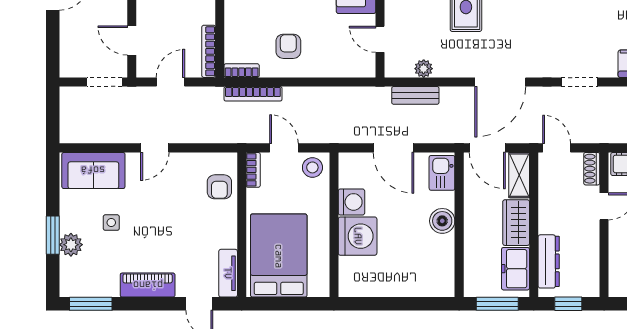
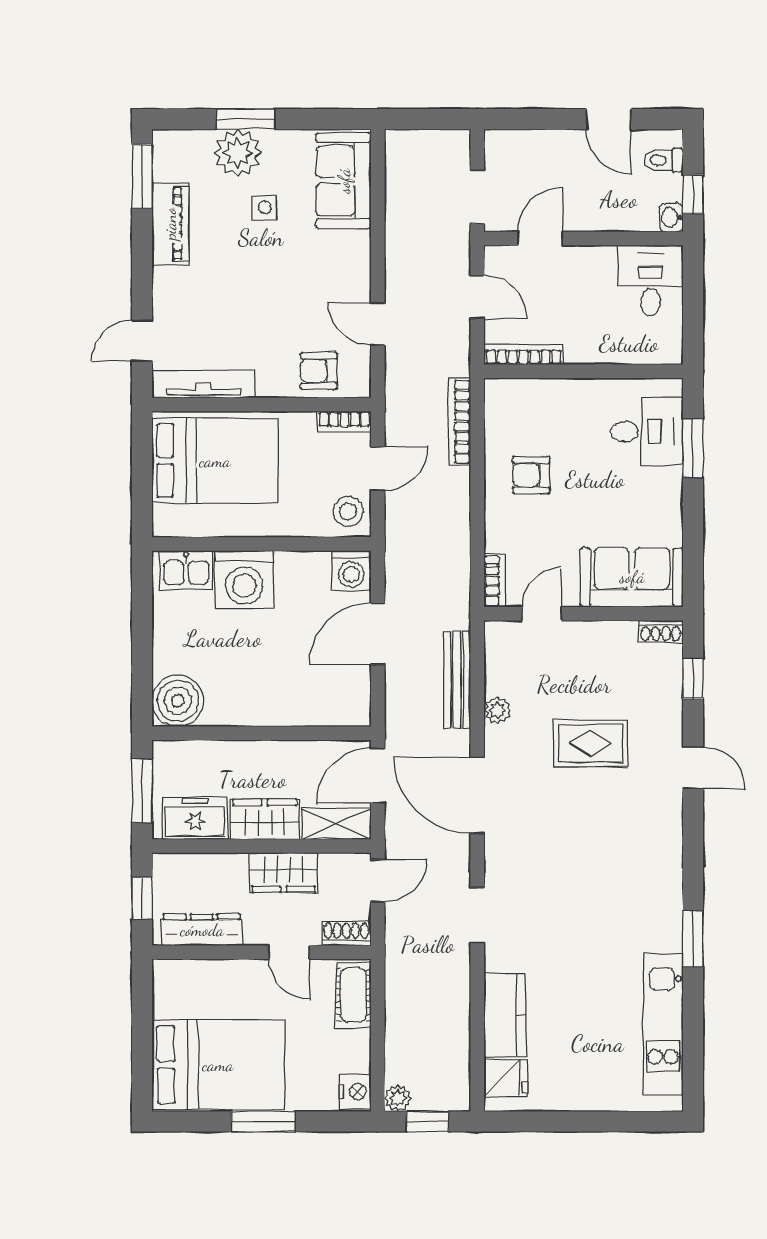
armchair: (288, 46) -> (531, 475), turned 180
plant: (424, 69) -> (498, 710), moved
bookcase: (242, 71) -> (494, 581), moved
bench: (415, 95) -> (457, 680), width x1.36
door: (155, 148) -> (378, 324), moved
kitchen sink: (442, 173) -> (186, 570), moved, turned 180
washing machine: (351, 202) -> (351, 570), moved
wardrobe: (551, 210) -> (283, 873), added
boiler: (442, 221) -> (178, 701), moved, width x1.37, depth x1.37
plant: (71, 245) -> (238, 153), width x1.36, depth x1.36
dresser: (549, 261) -> (202, 930), moved, turned 180
tv unit: (228, 273) -> (203, 384), width x1.41
piano: (148, 285) -> (170, 224), moved

